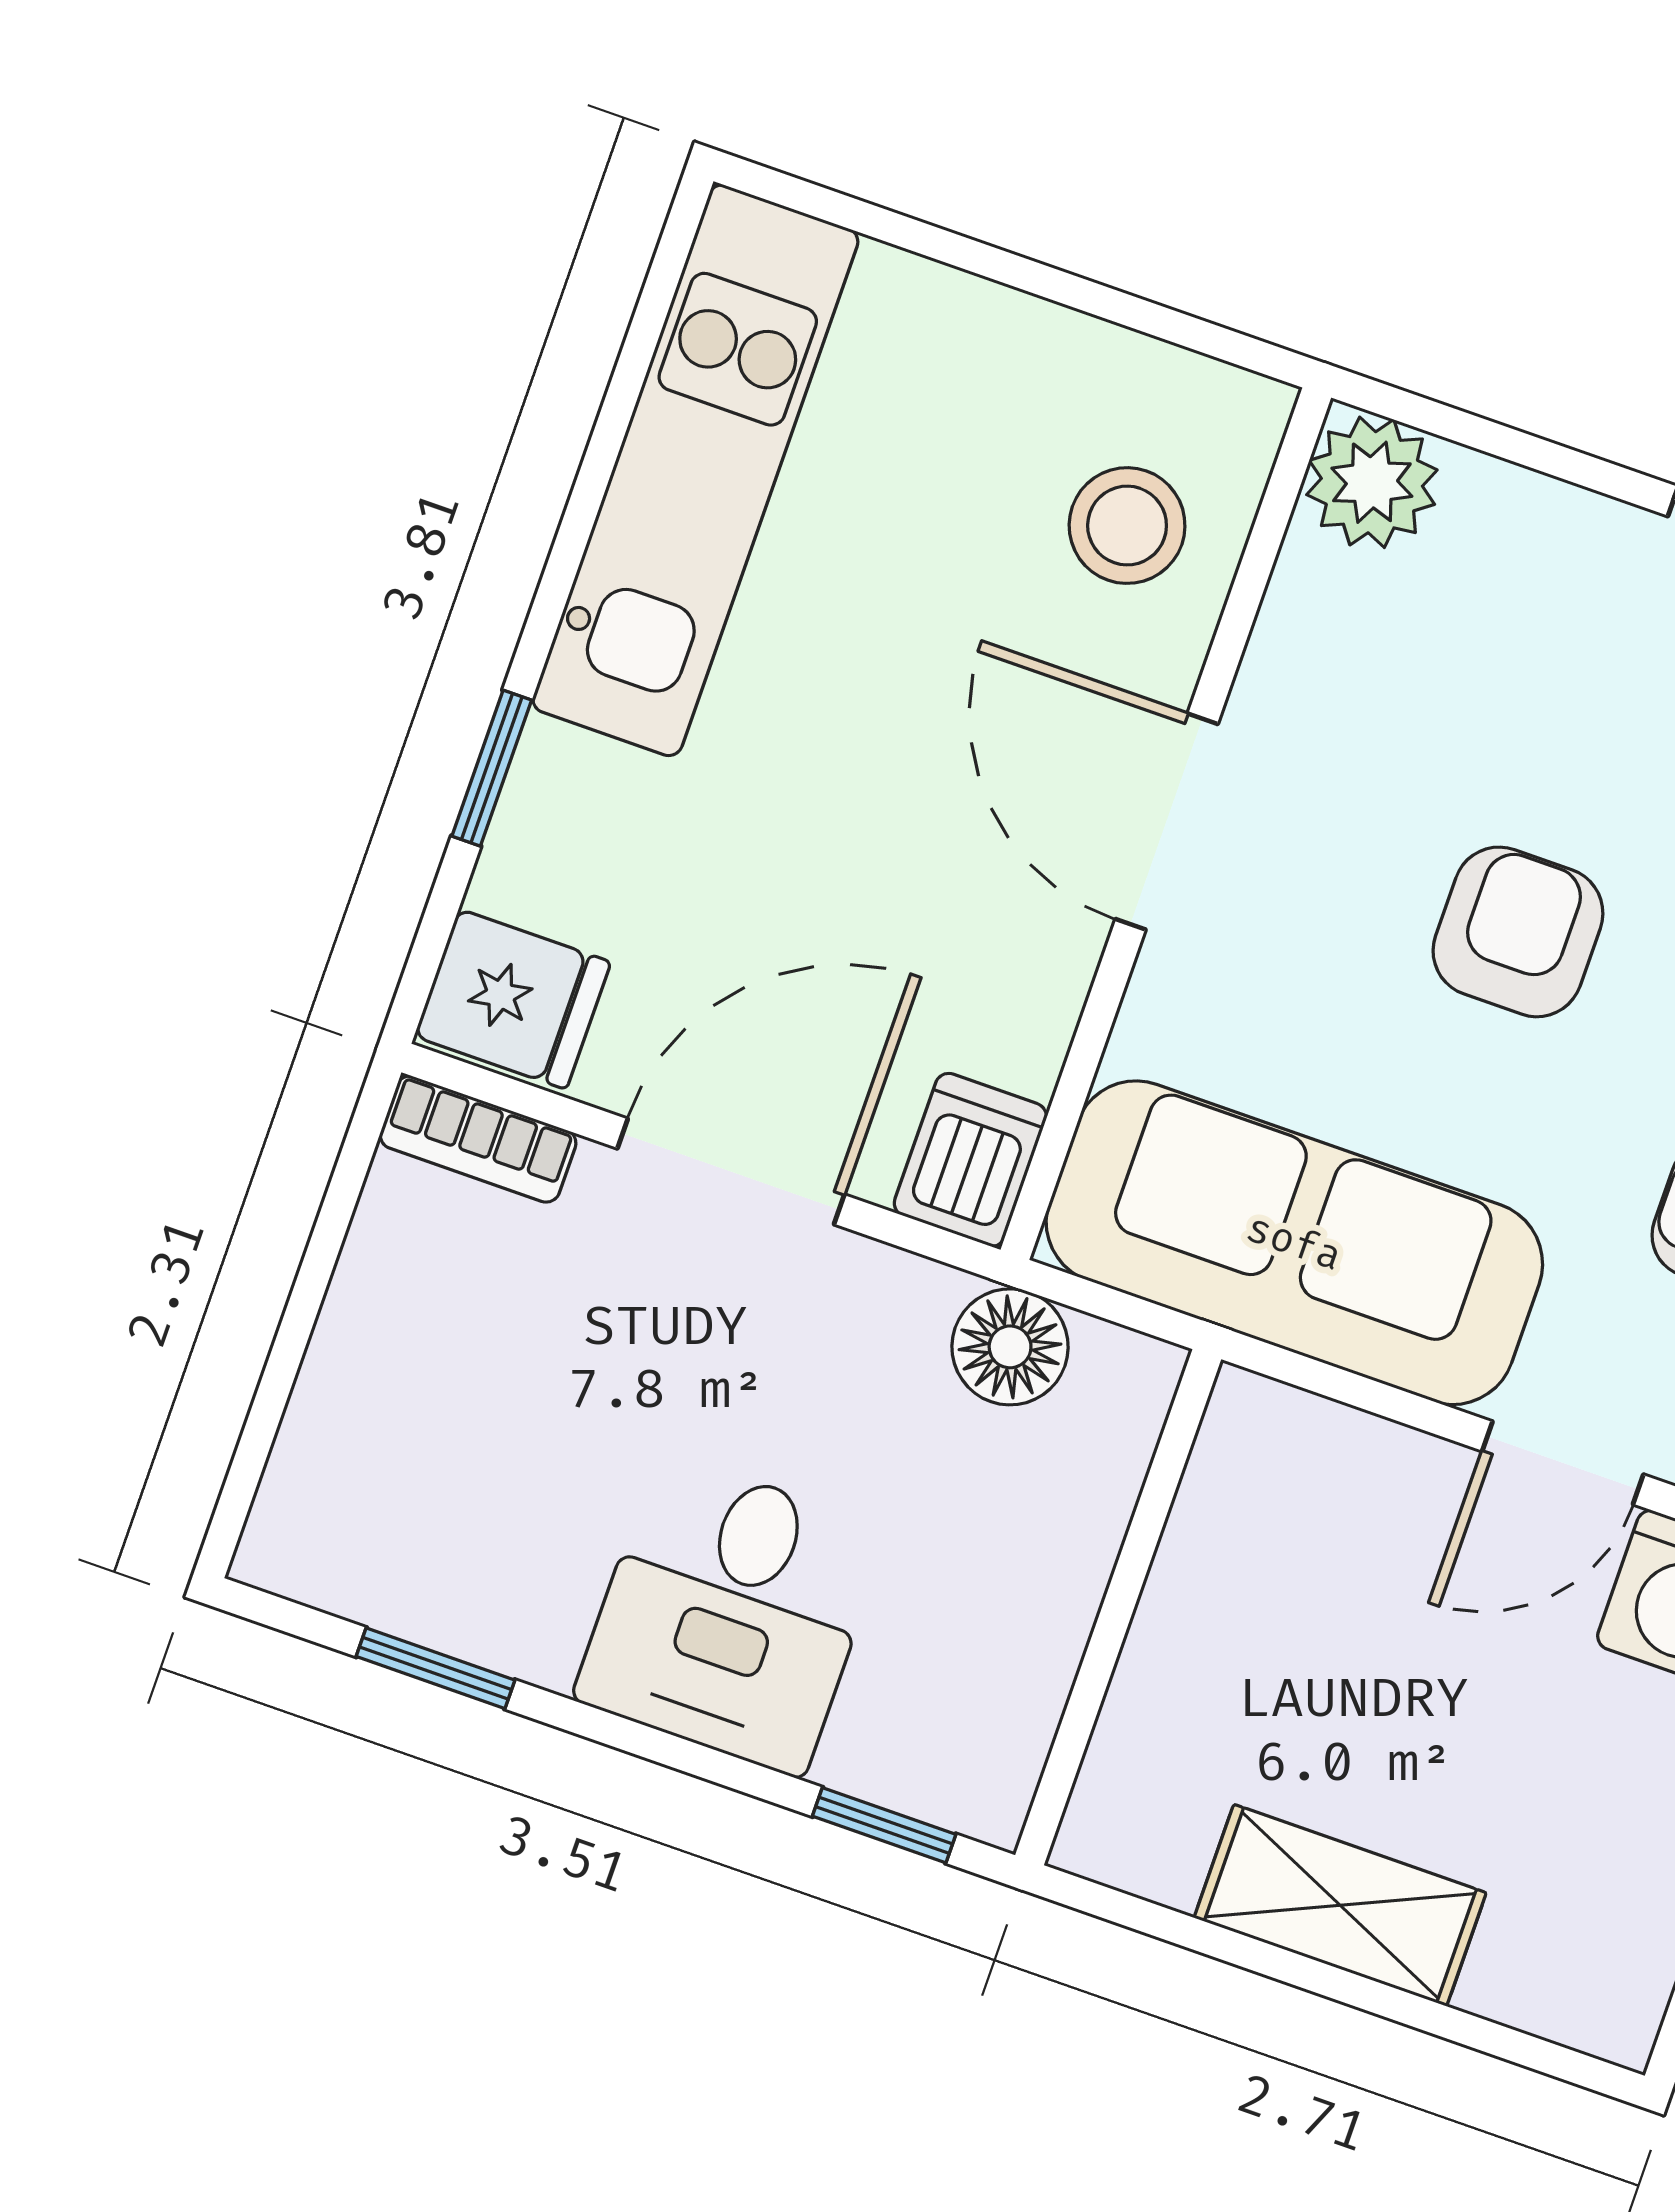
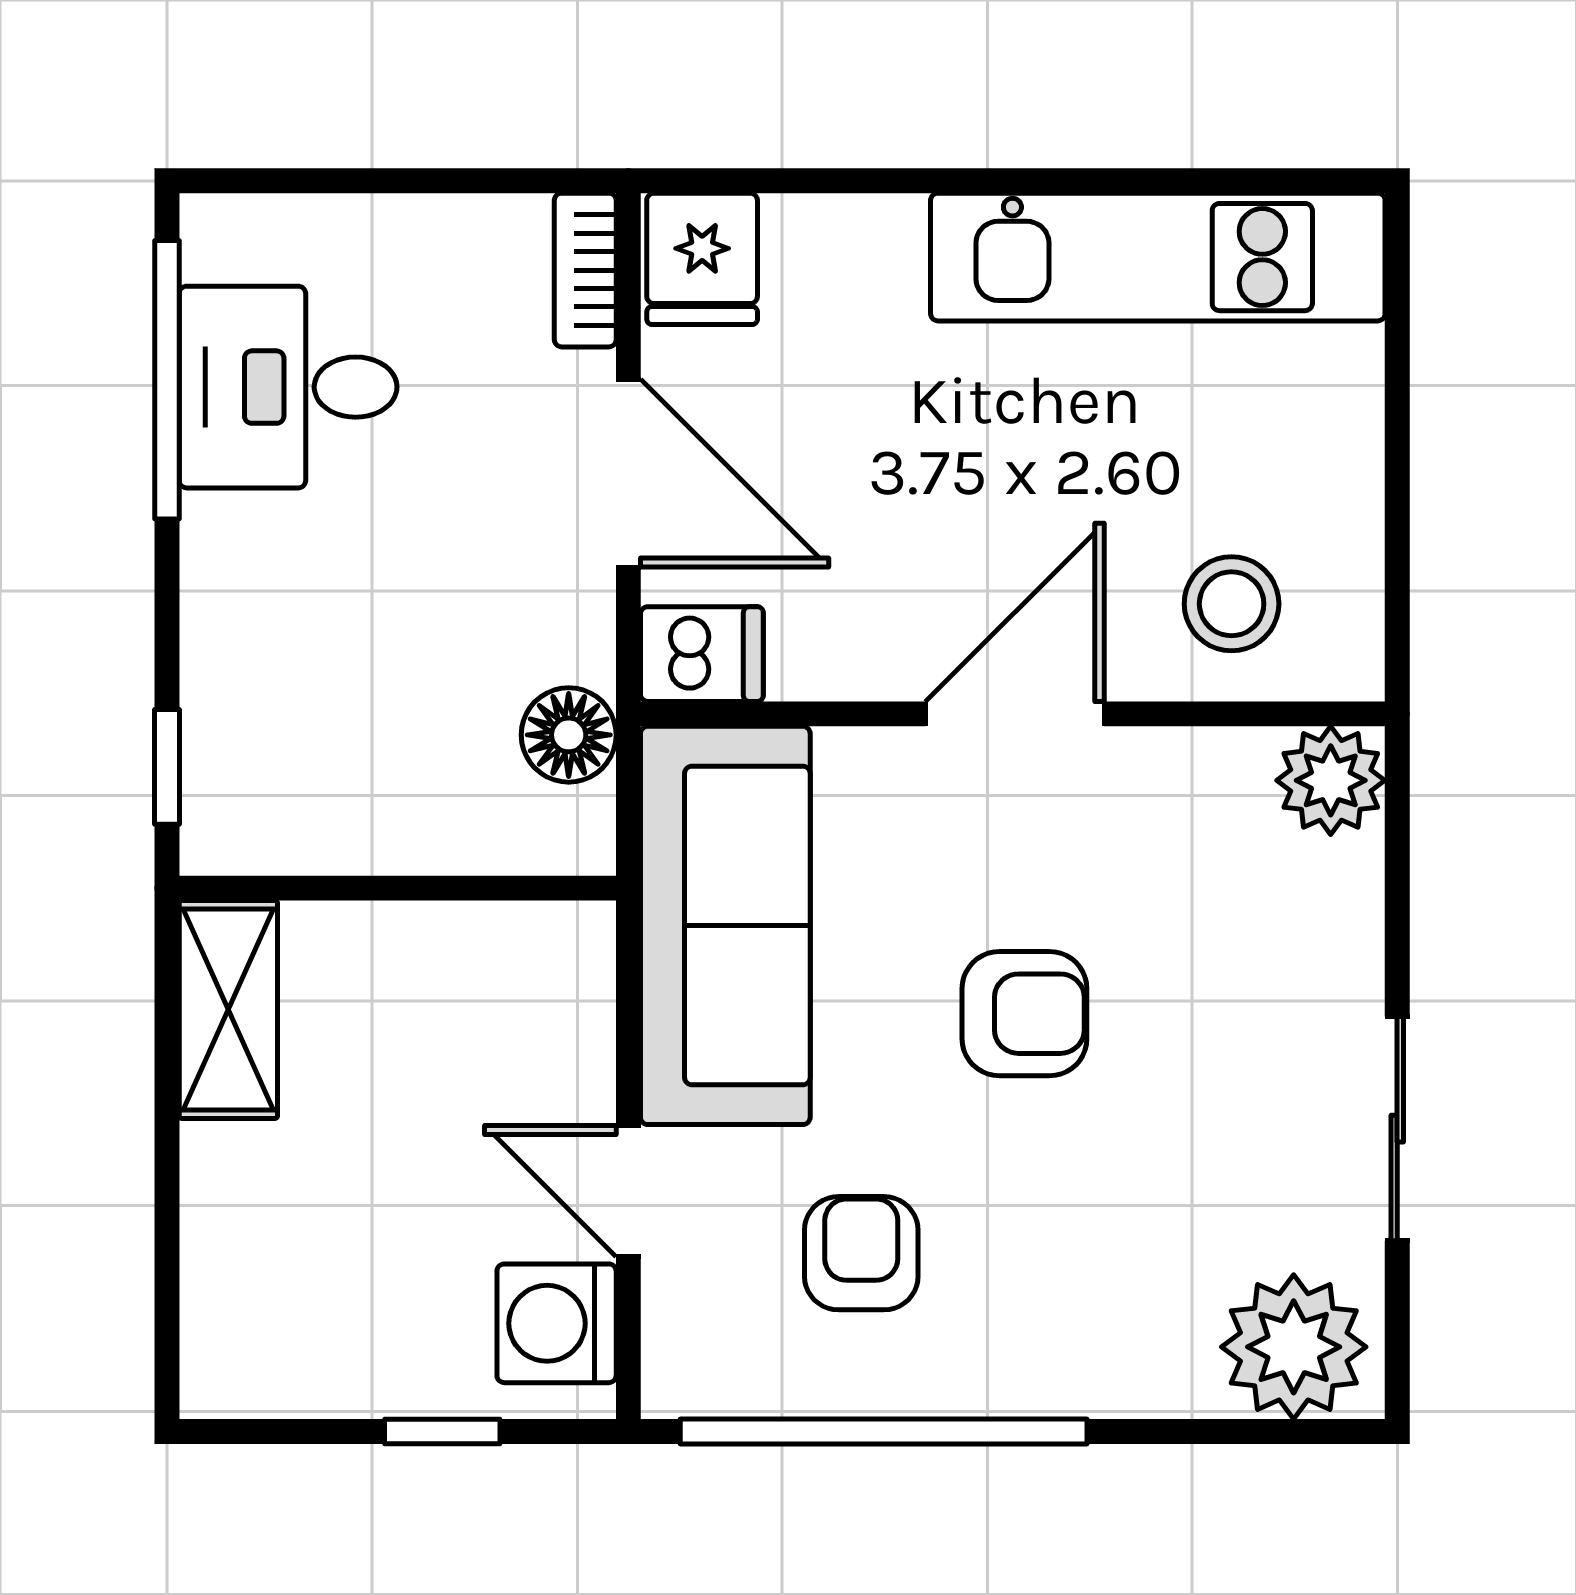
window: (492, 768) -> (874, 181), removed
desk: (731, 1614) -> (288, 387), moved
window: (435, 1668) -> (167, 380), width x2.17
shelving: (1340, 1905) -> (228, 1010), moved

